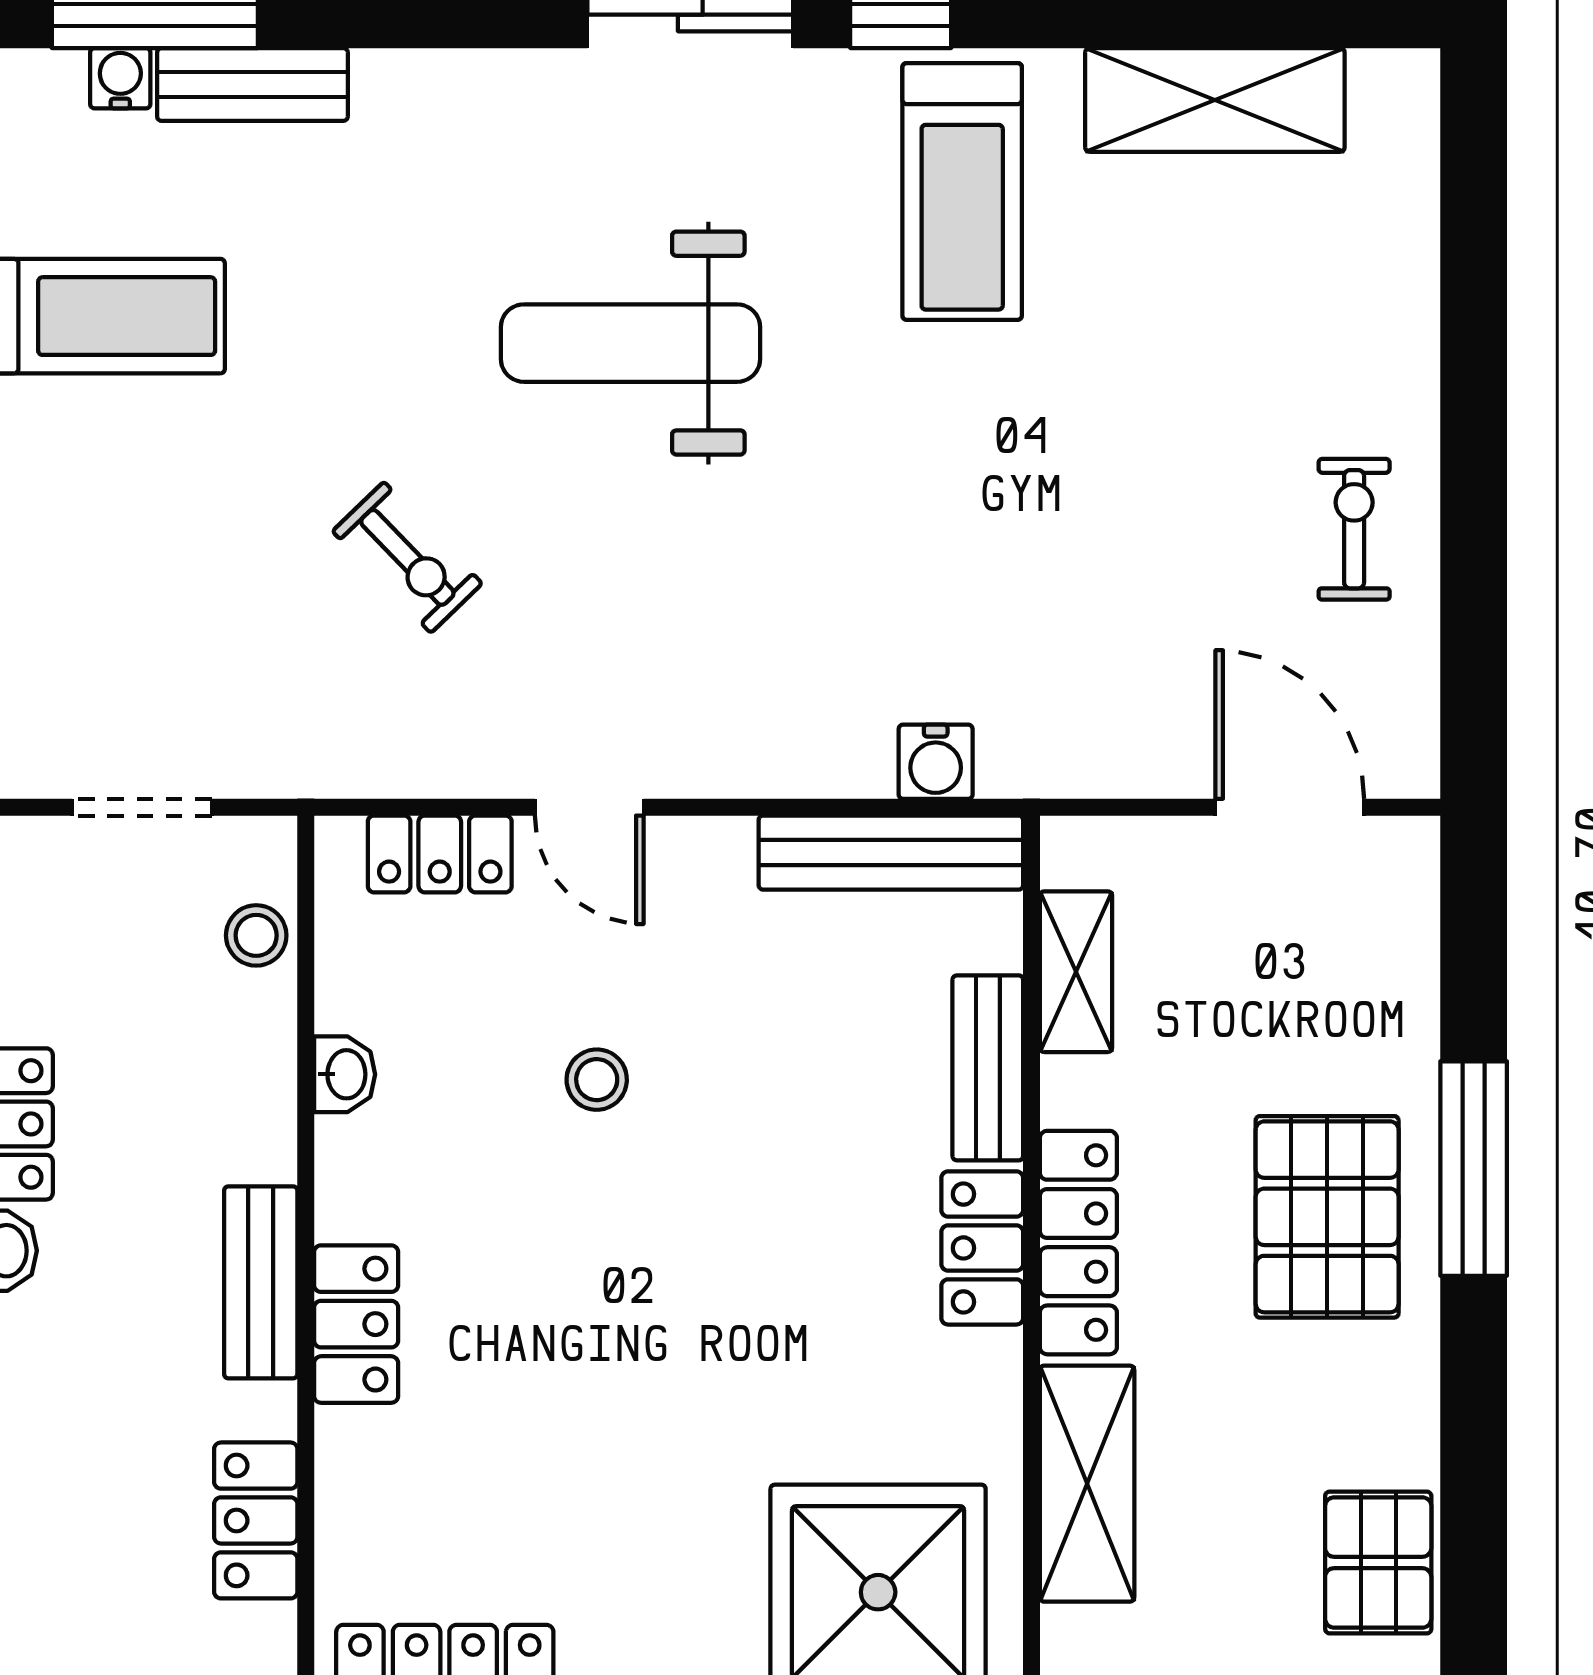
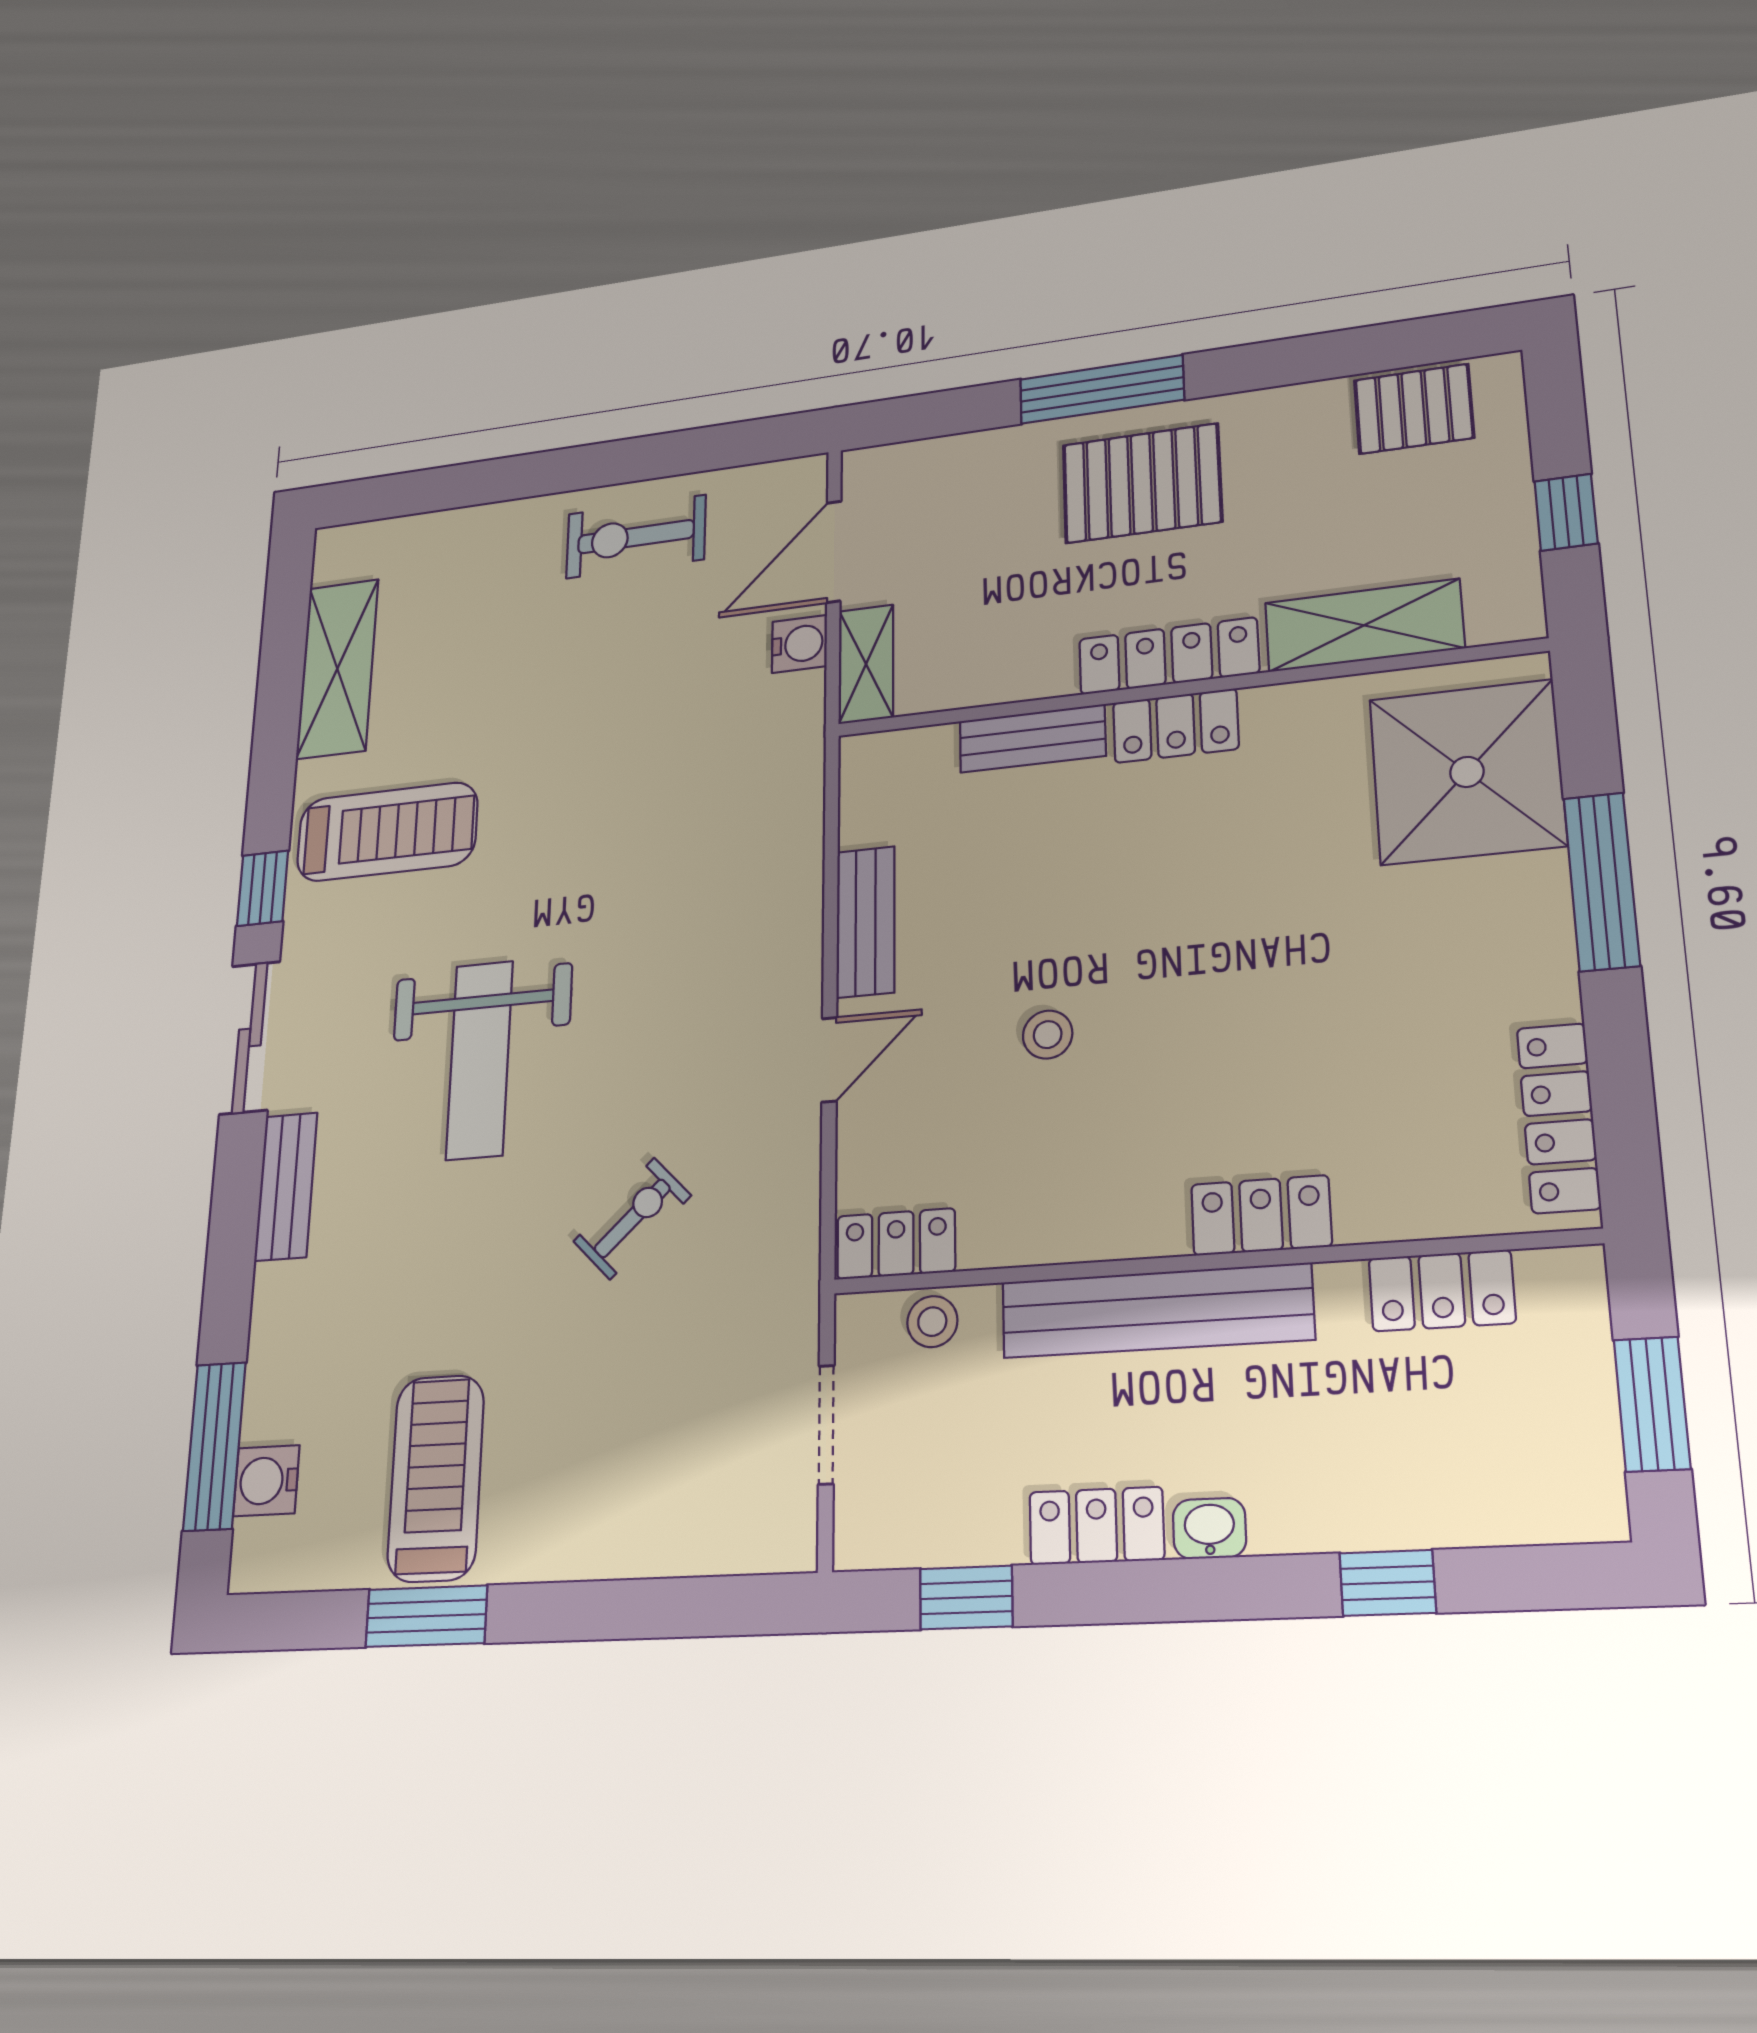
water cooler: (120, 78) -> (266, 1481), width x1.38, depth x1.38
bench: (252, 84) -> (286, 1186), moved
exercise bike: (1354, 529) -> (636, 537), width x1.38, depth x1.39
water cooler: (936, 762) -> (799, 644), moved
bench: (891, 853) -> (866, 922), moved, width x0.73
locker: (440, 854) -> (896, 1244), moved, turned -90
shelving: (1076, 972) -> (866, 664), moved, turned 90
washbasin: (345, 1074) -> (1047, 1240), removed
bench: (261, 1282) -> (1156, 1311), width x1.86, depth x1.21

